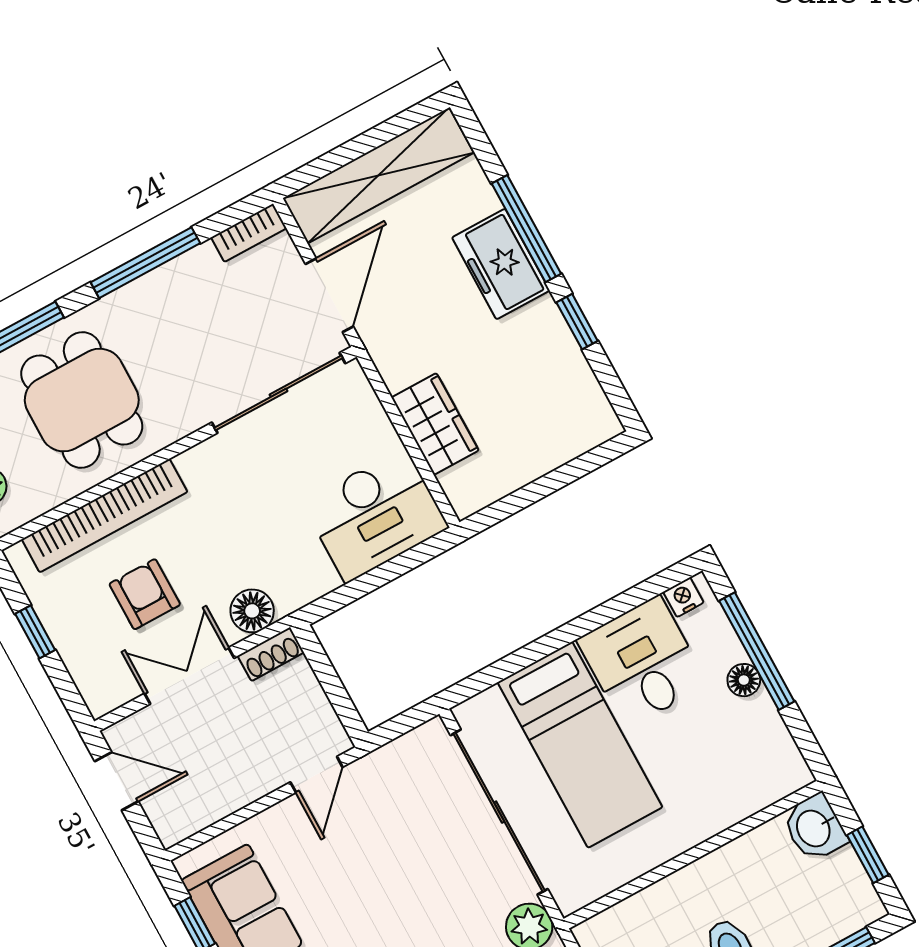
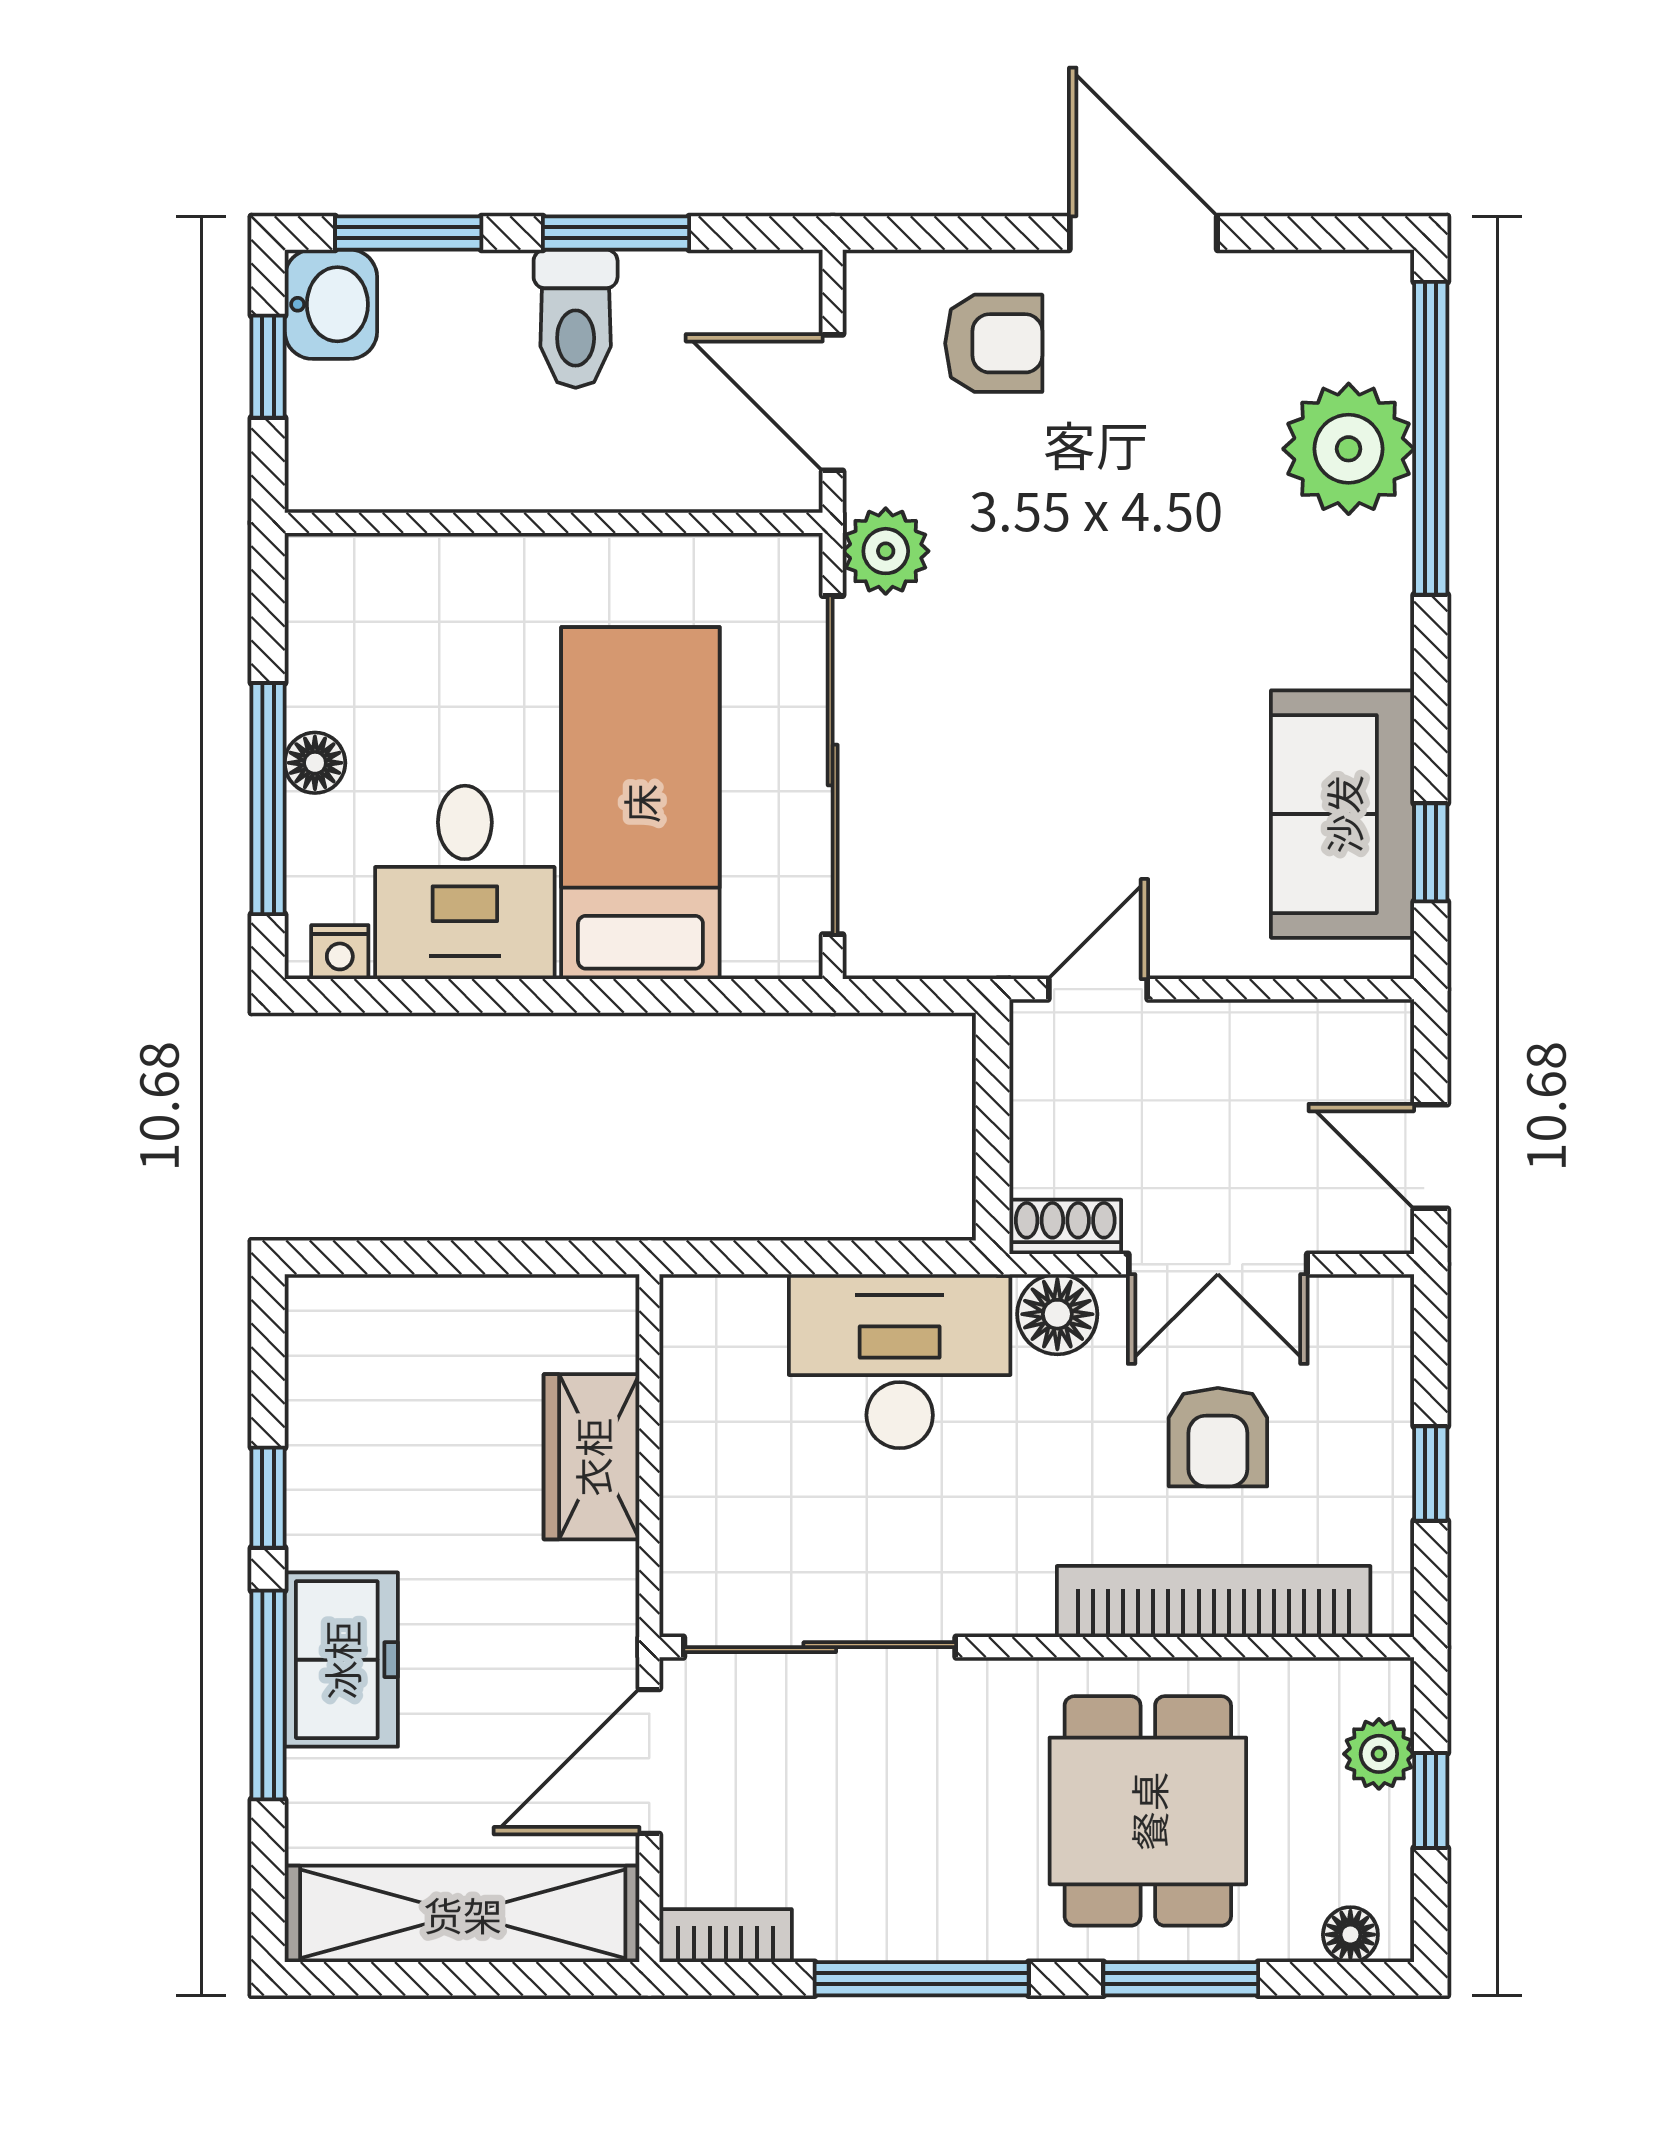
desk: (375, 515) -> (900, 1361), moved
washbasin: (815, 828) -> (331, 304), moved

